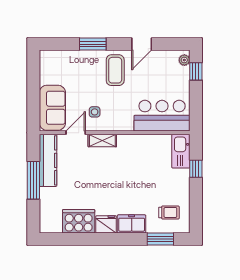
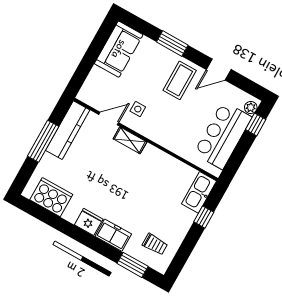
sofa: (52, 108) -> (119, 49), moved
bar counter: (162, 116) -> (223, 135), moved, turned -90
cooker: (79, 221) -> (51, 197), moved

